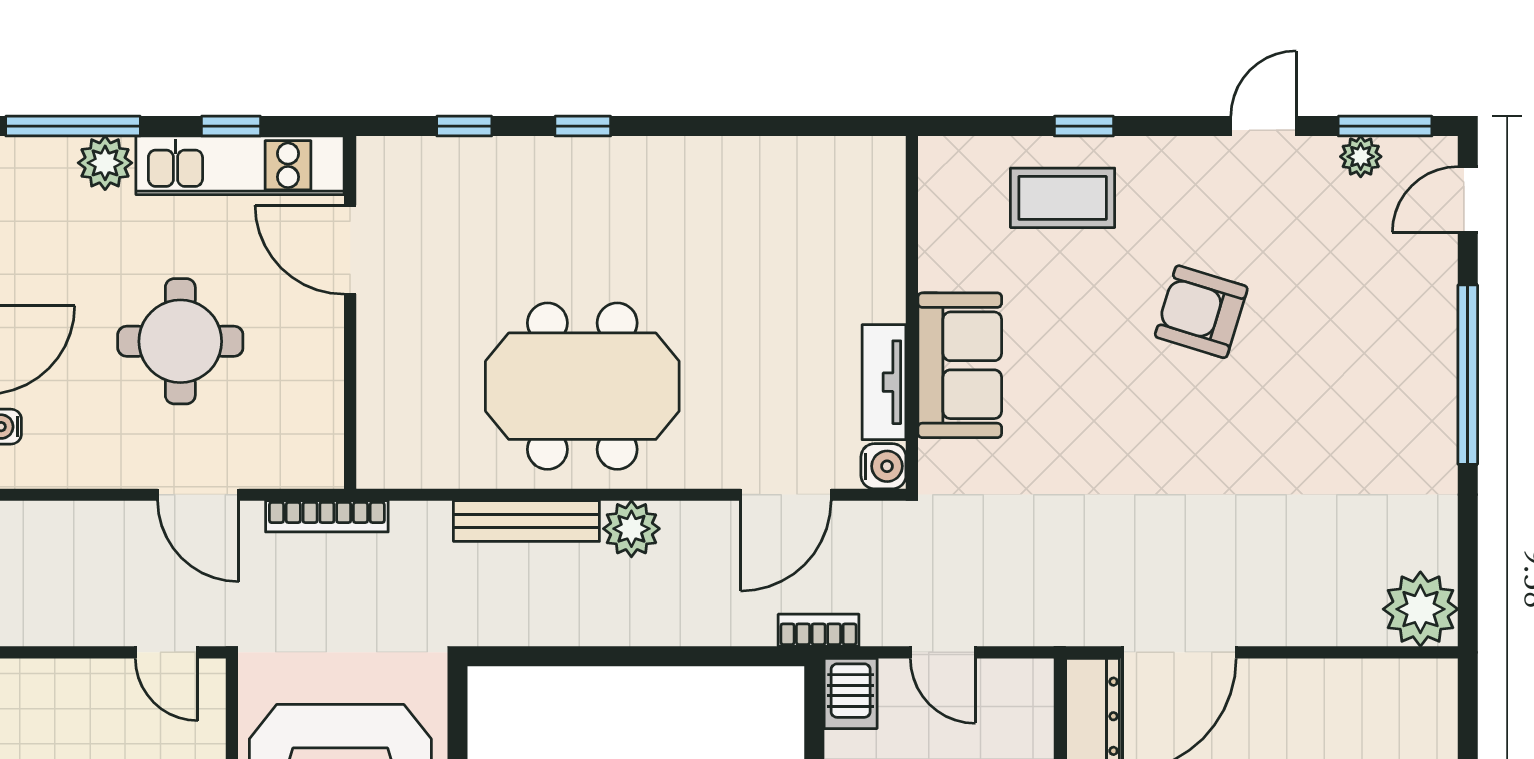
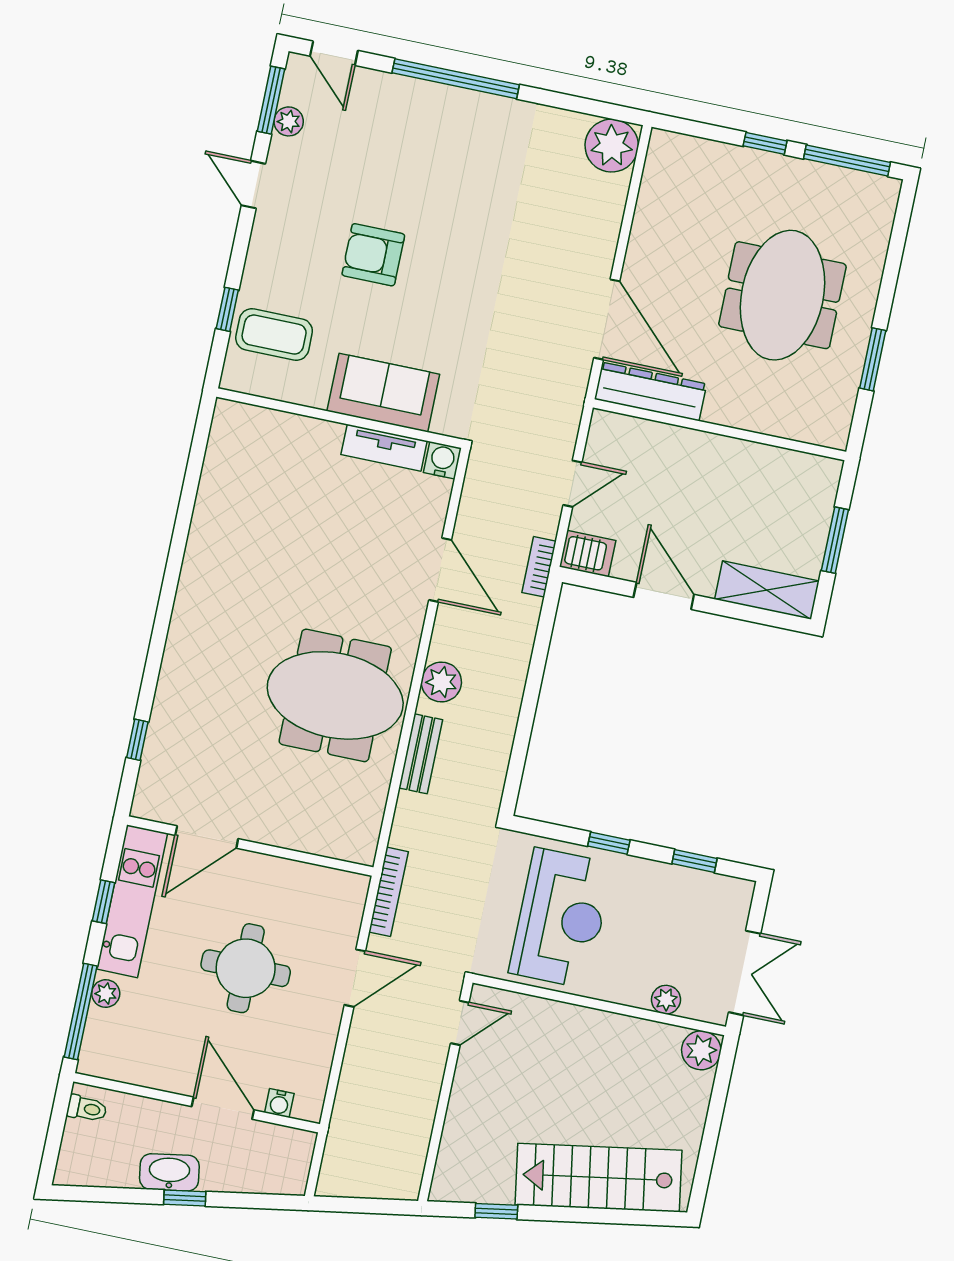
window: (583, 126) -> (155, 657), removed
plant: (105, 163) -> (106, 994), width x0.73, depth x0.73
coffee table: (1063, 198) -> (274, 335), turned 90
wall: (912, 312) -> (340, 418), moved
armchair: (1201, 312) -> (373, 255), turned 73
sofa: (960, 365) -> (383, 393), moved
tv unit: (884, 382) -> (384, 448), moved
meeting table: (582, 386) -> (335, 695), turned 90
water cooler: (883, 466) -> (442, 460), moved
bench: (526, 521) -> (421, 754), width x0.73

